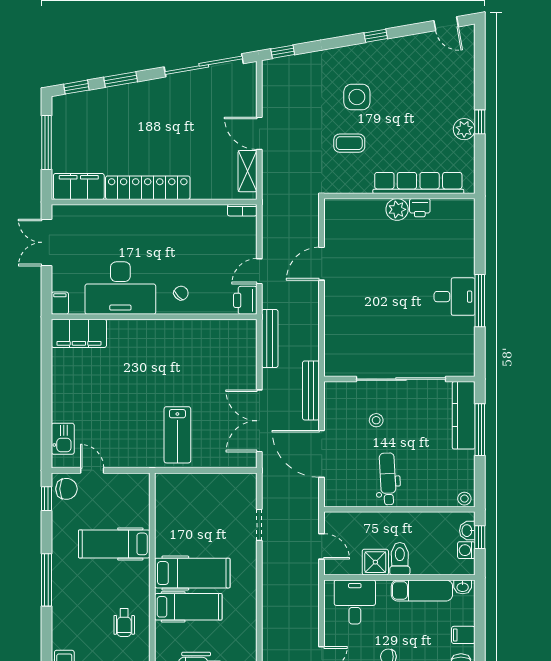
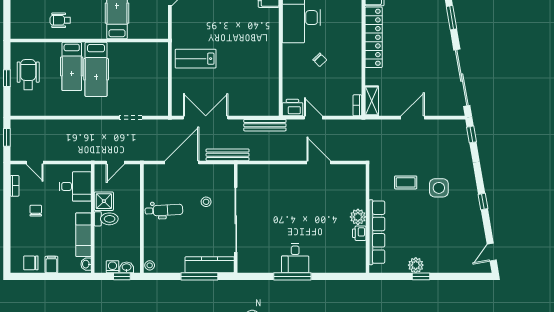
coffee table: (349, 143) -> (406, 182), turned 90
shelving: (248, 171) -> (372, 101), moved, turned 90
chair: (181, 293) -> (320, 60), moved

